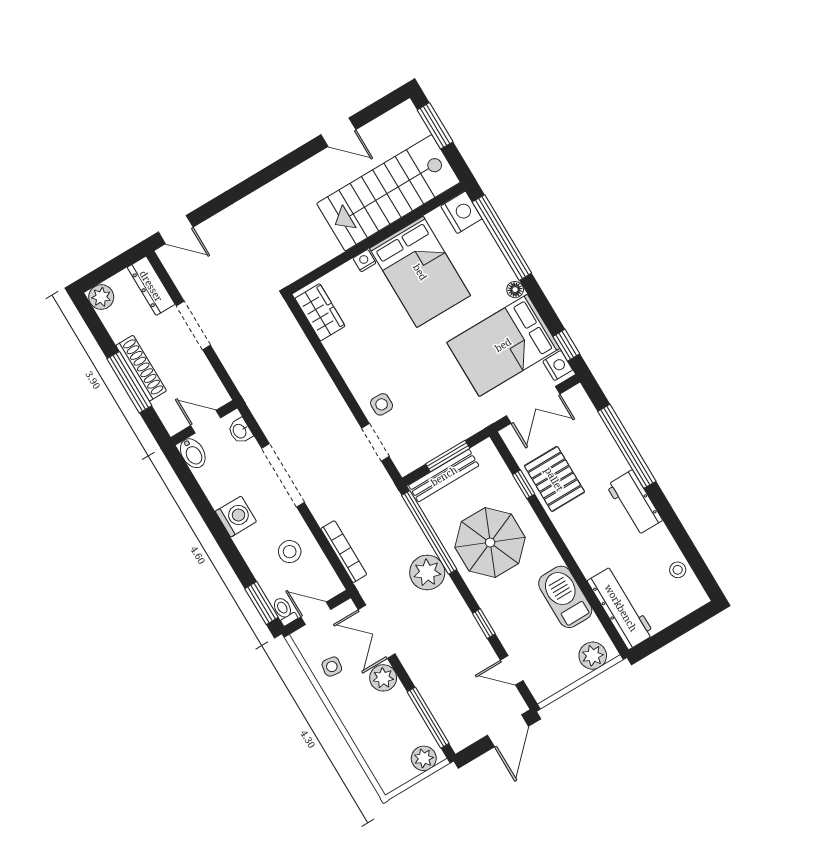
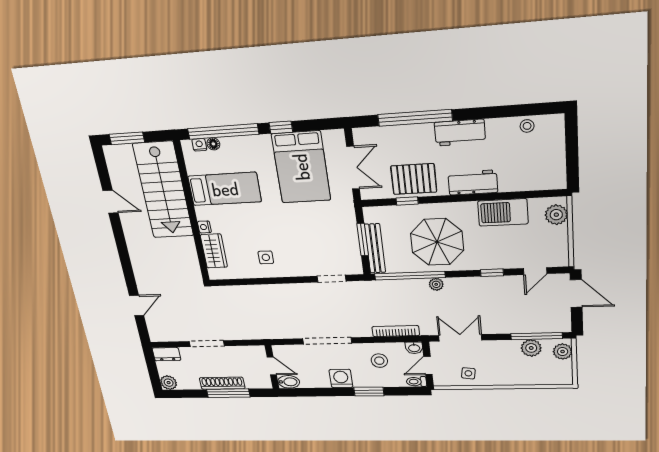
door: (338, 132) -> (111, 202), hinge flipped
nightstand: (461, 212) -> (199, 145), width x0.53, depth x0.56
door: (176, 230) -> (137, 305), moved
bed: (420, 272) -> (225, 189), width x0.67
dresser: (151, 286) -> (166, 354), width x0.70
floor lamp: (515, 290) -> (213, 144), moved
wardrobe: (320, 312) -> (214, 251), moved, turned 90
window: (566, 345) -> (281, 127), moved
nightstand: (558, 366) -> (332, 138), removed
side table: (382, 404) -> (266, 257), moved
door: (206, 422) -> (272, 366), swing flipped
washbasin: (240, 431) -> (414, 348), moved
plant: (427, 572) -> (436, 284), width x0.53, depth x0.53
window: (261, 603) -> (369, 392), moved
workbench: (621, 608) -> (473, 183), moved, width x0.73
double door: (377, 632) -> (460, 338), swing flipped
plant: (383, 678) -> (531, 348), moved

